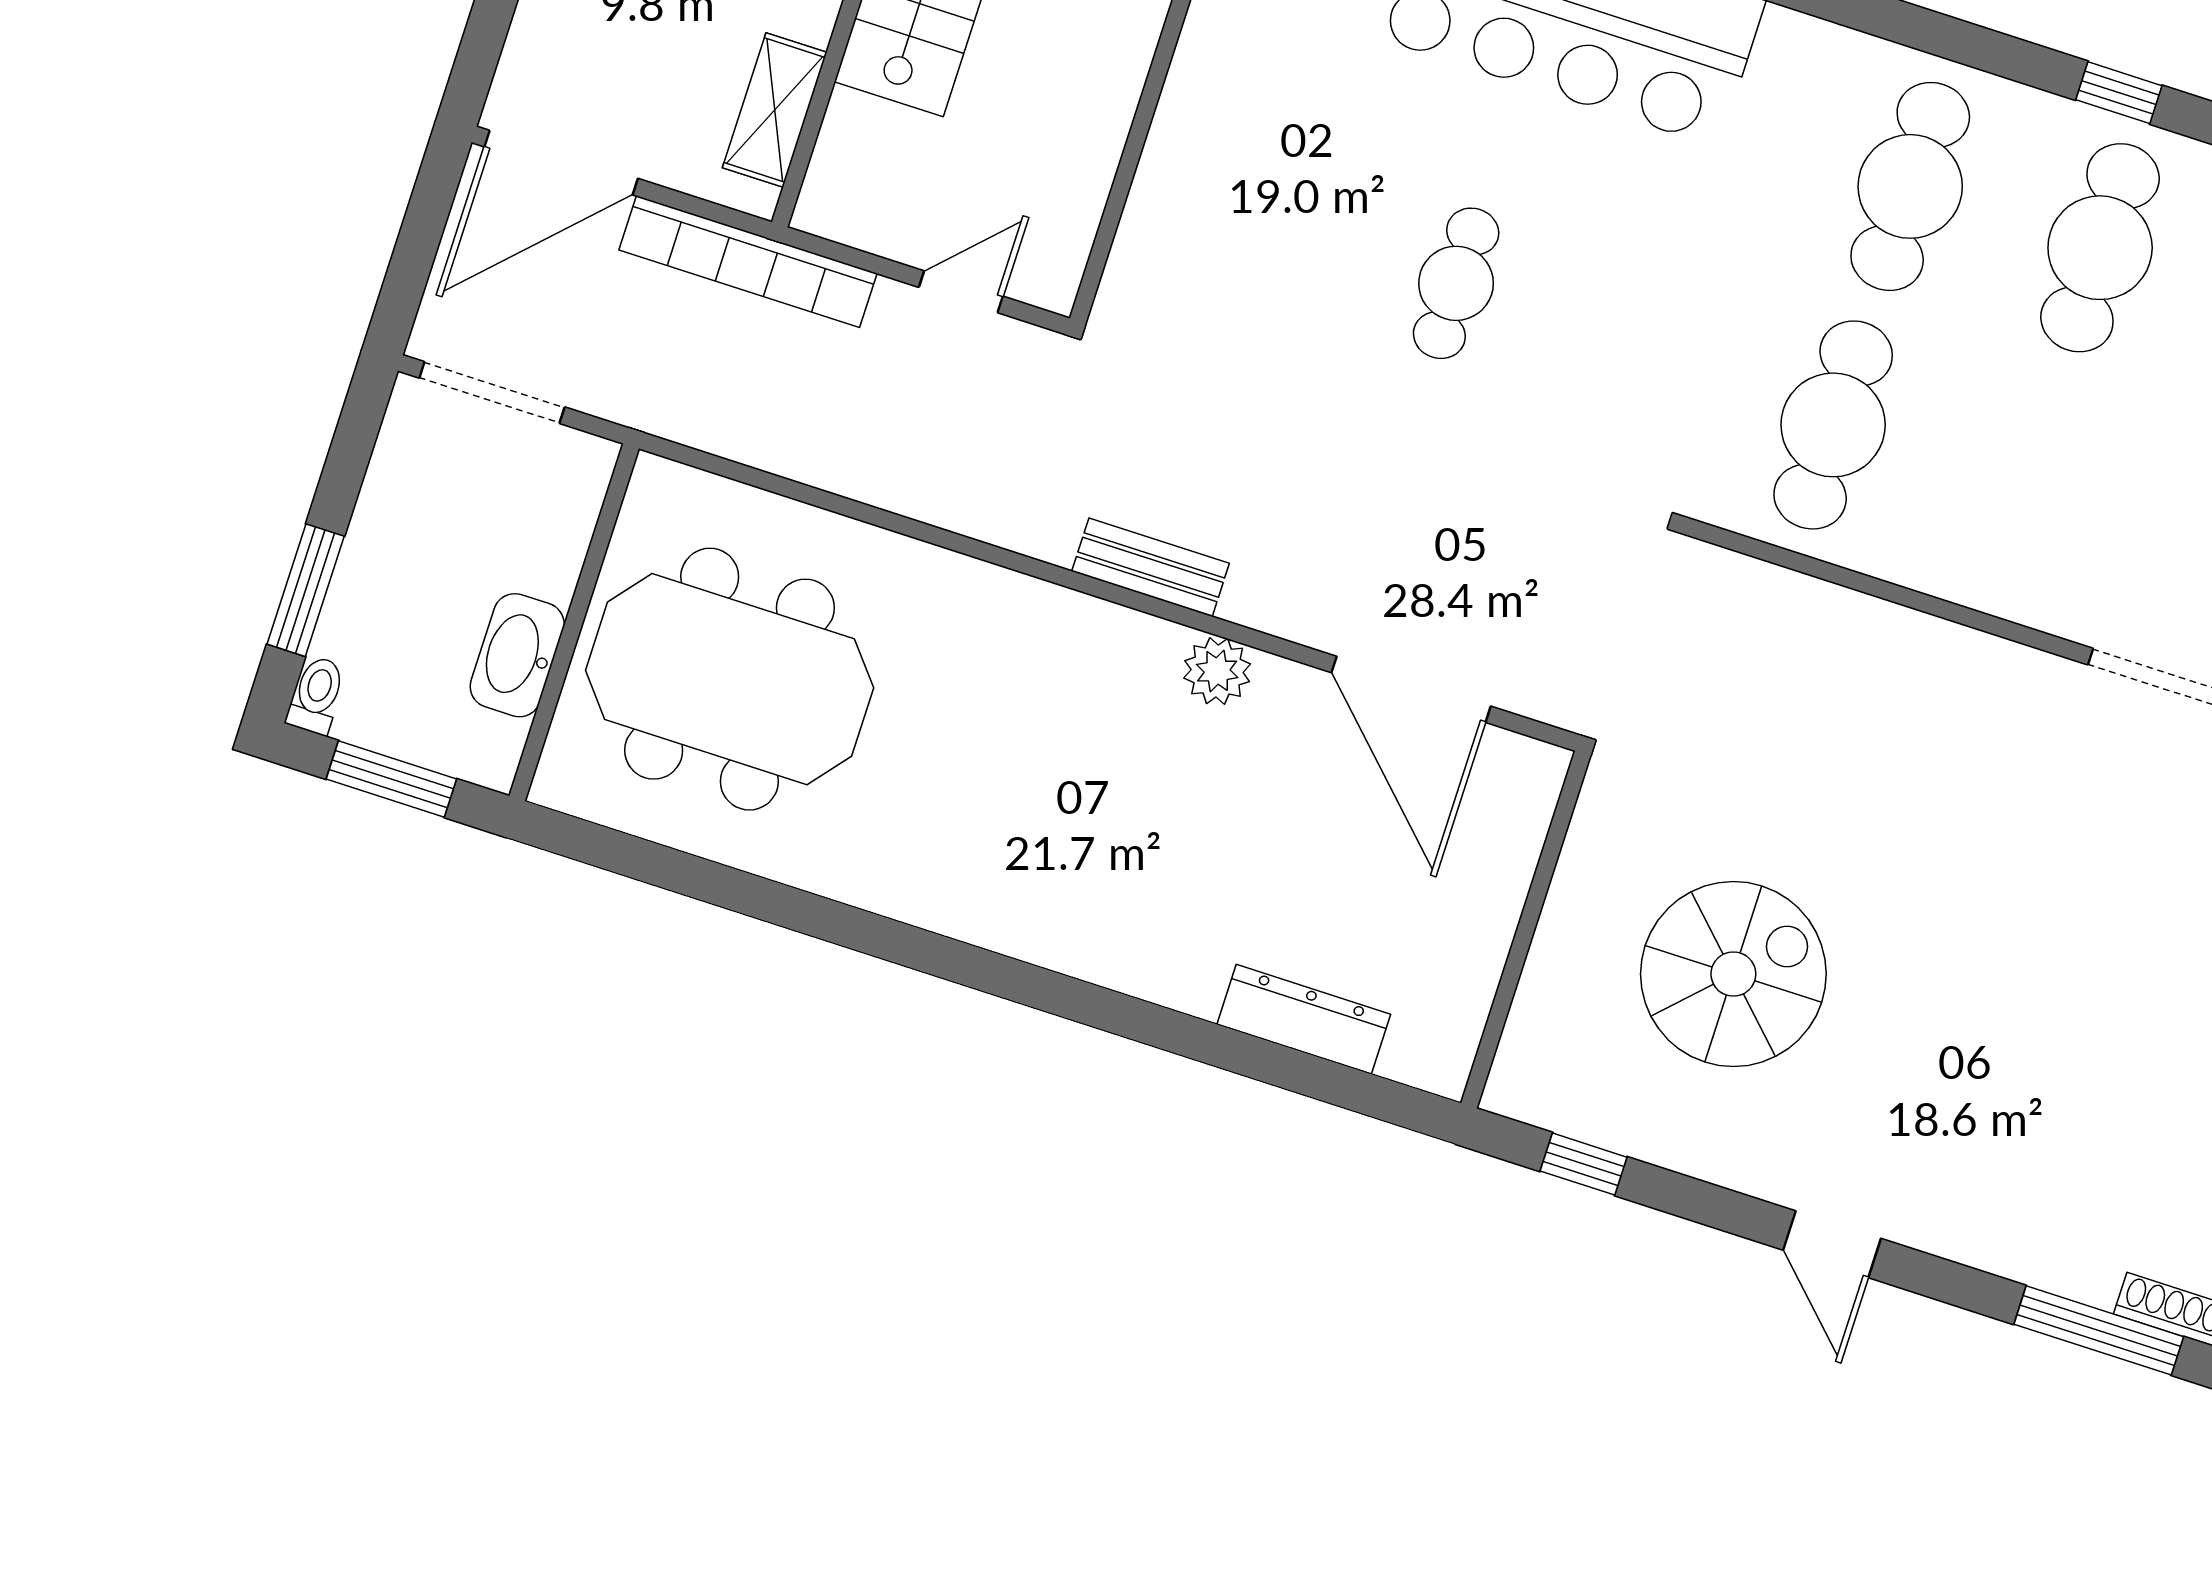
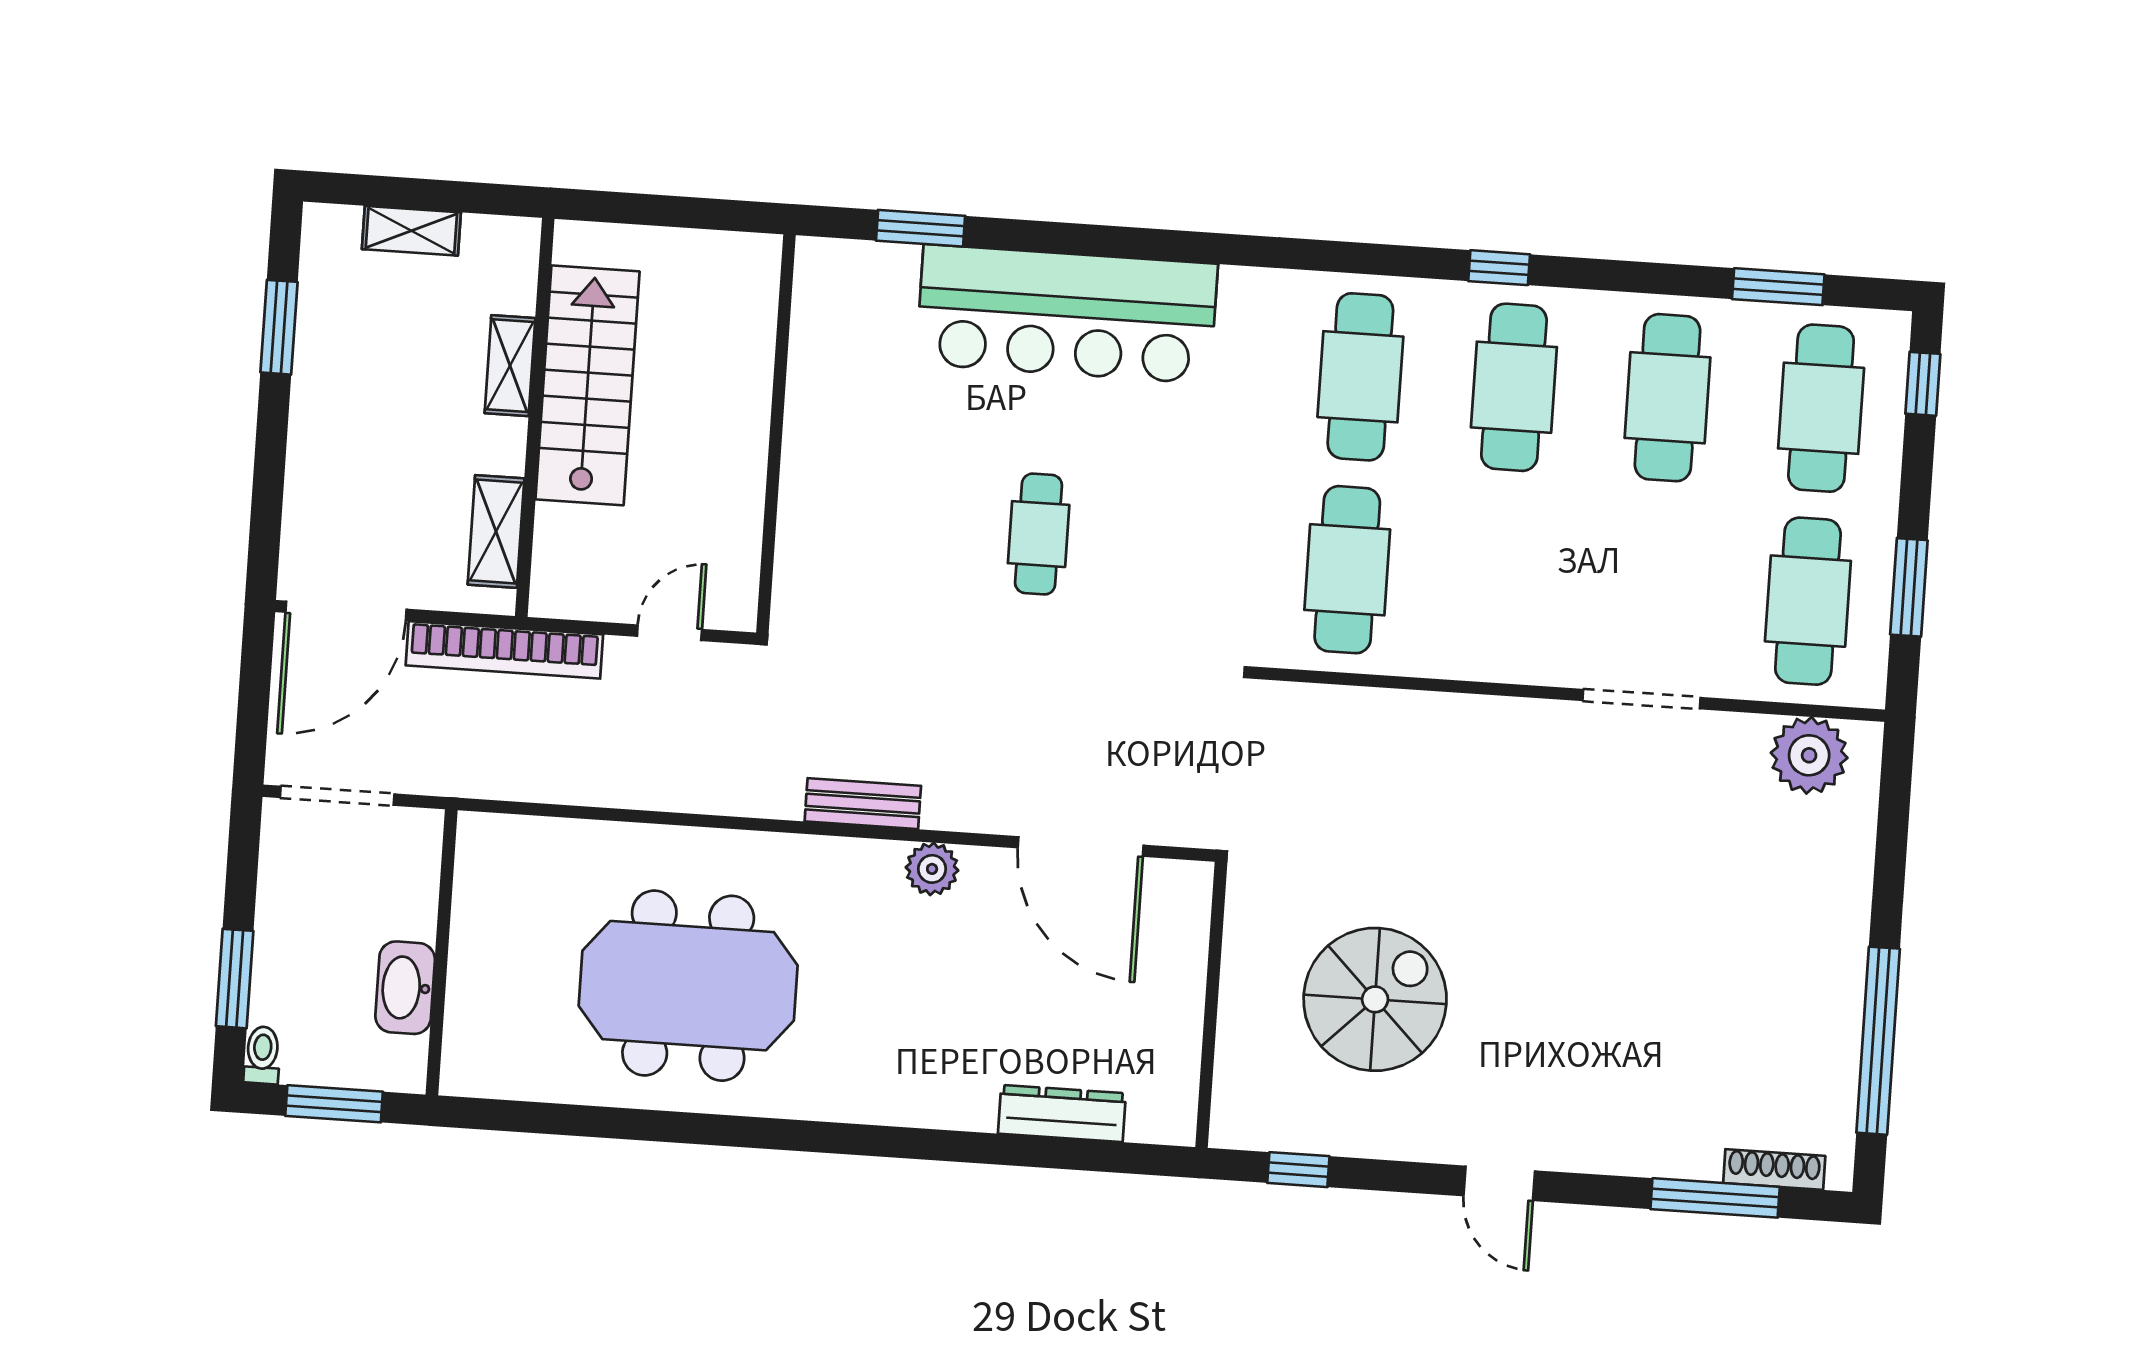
meeting table: (730, 679) -> (688, 986), moved

